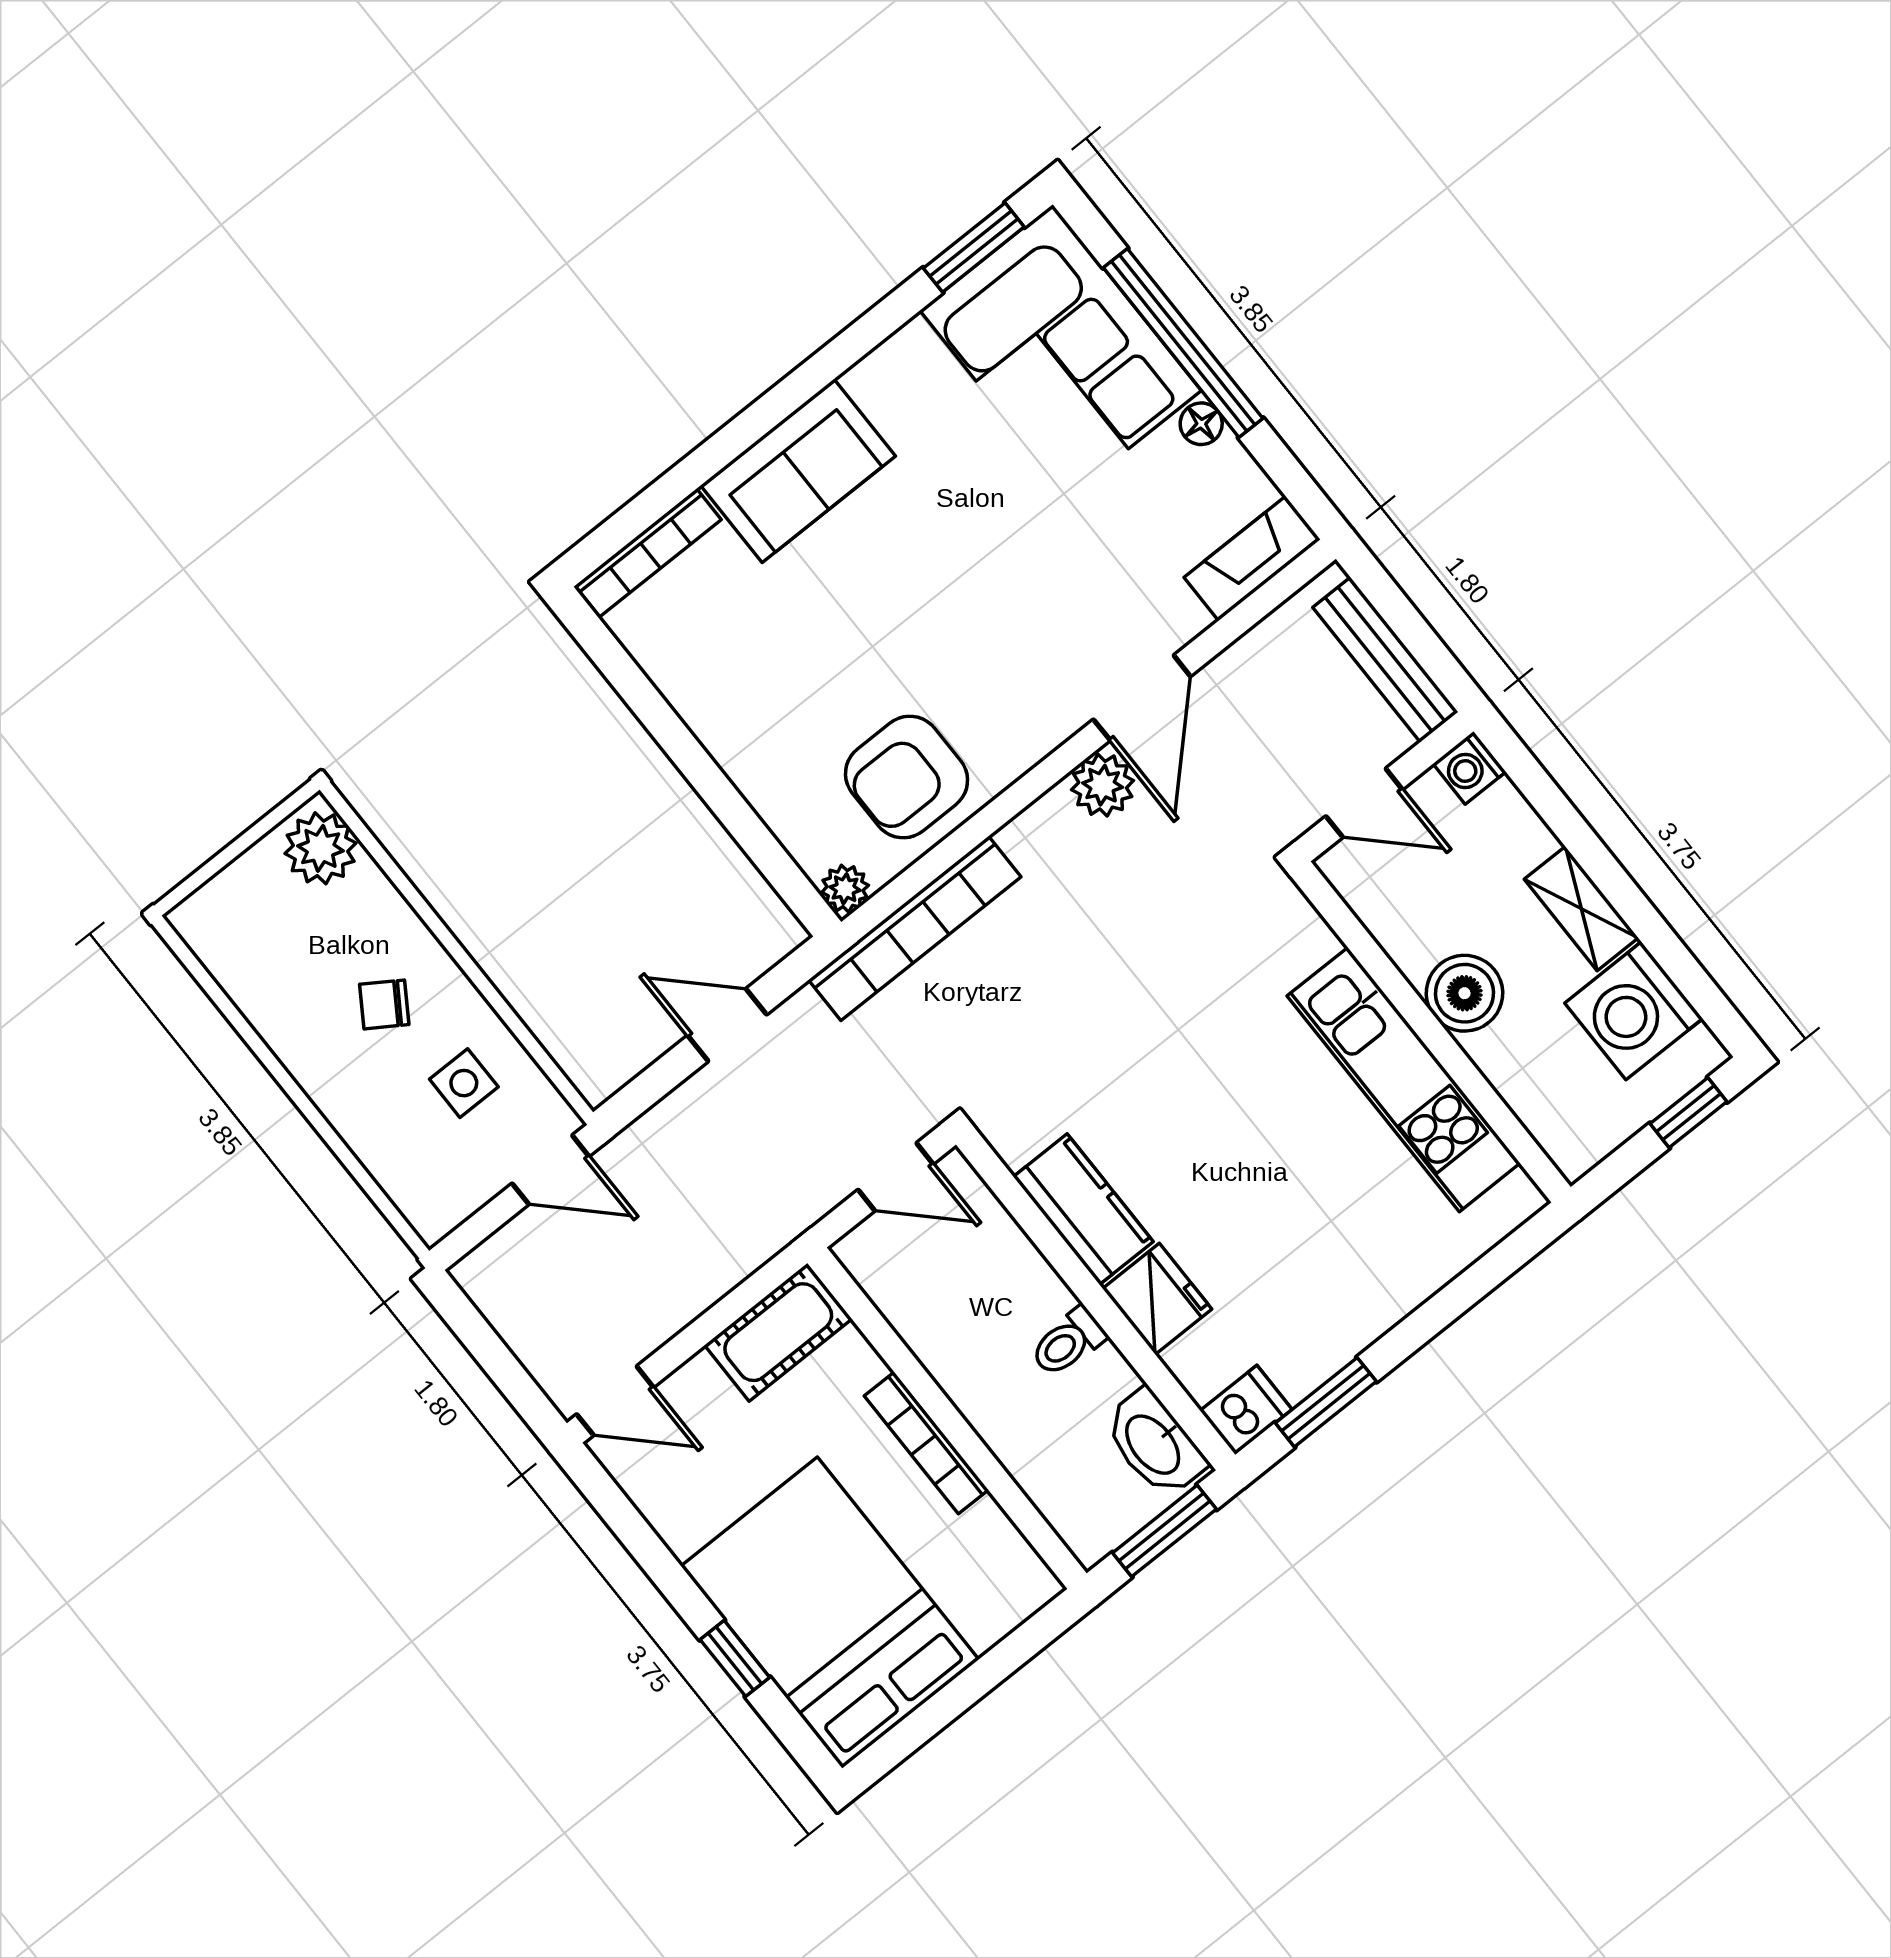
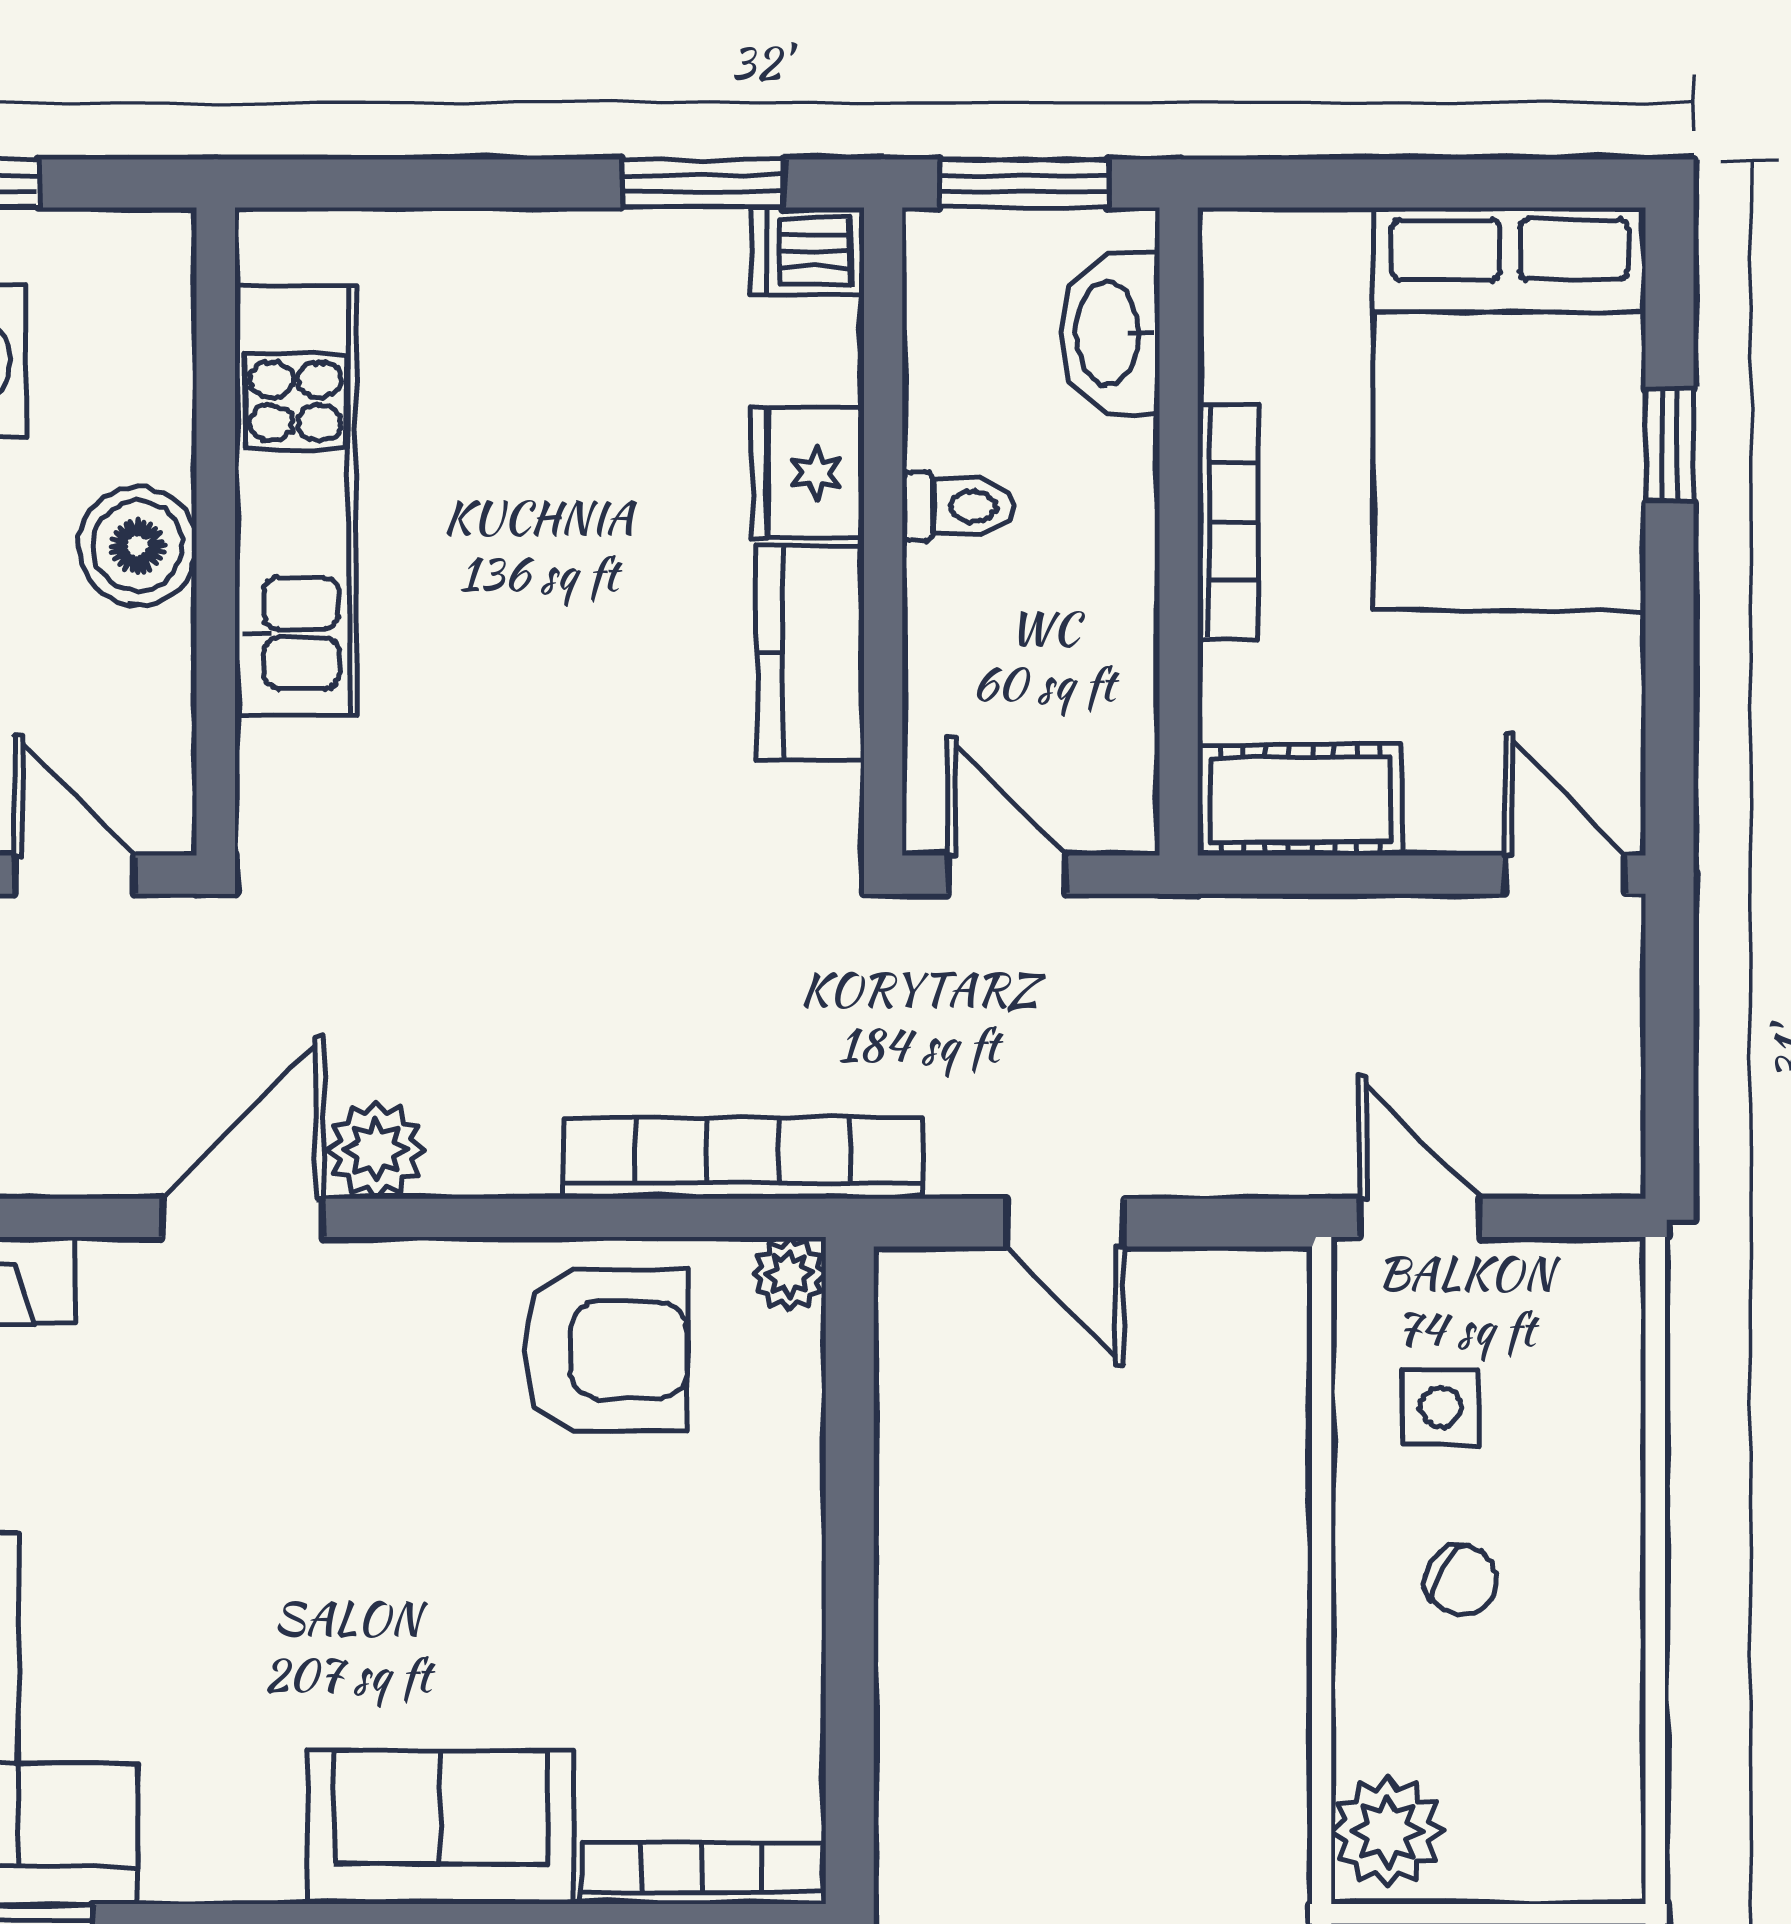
washbasin: (1154, 1443) -> (1110, 333), moved, turned 180

